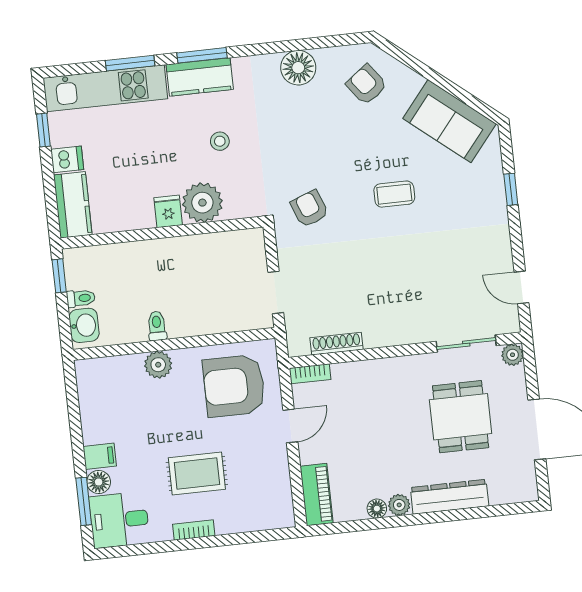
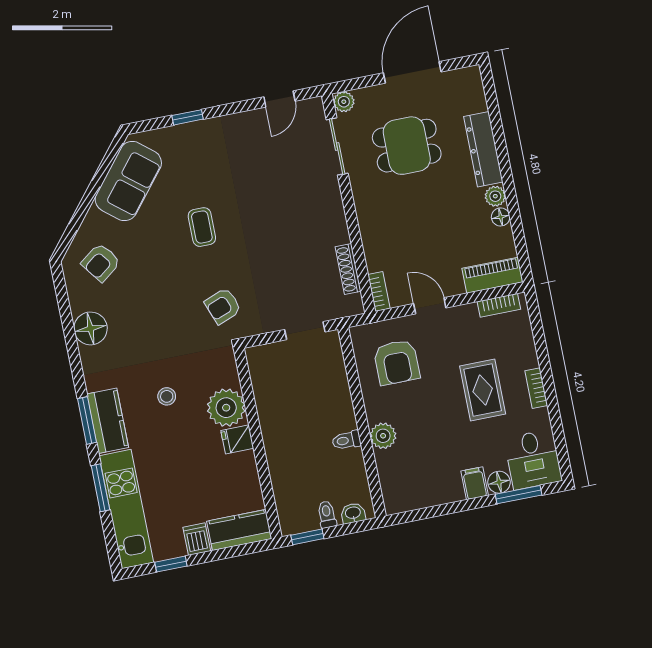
washbasin: (84, 325) -> (353, 513), width x0.72, depth x0.69
armchair: (234, 386) -> (397, 362), width x0.73, depth x0.73
bookcase: (284, 498) -> (499, 305), added

